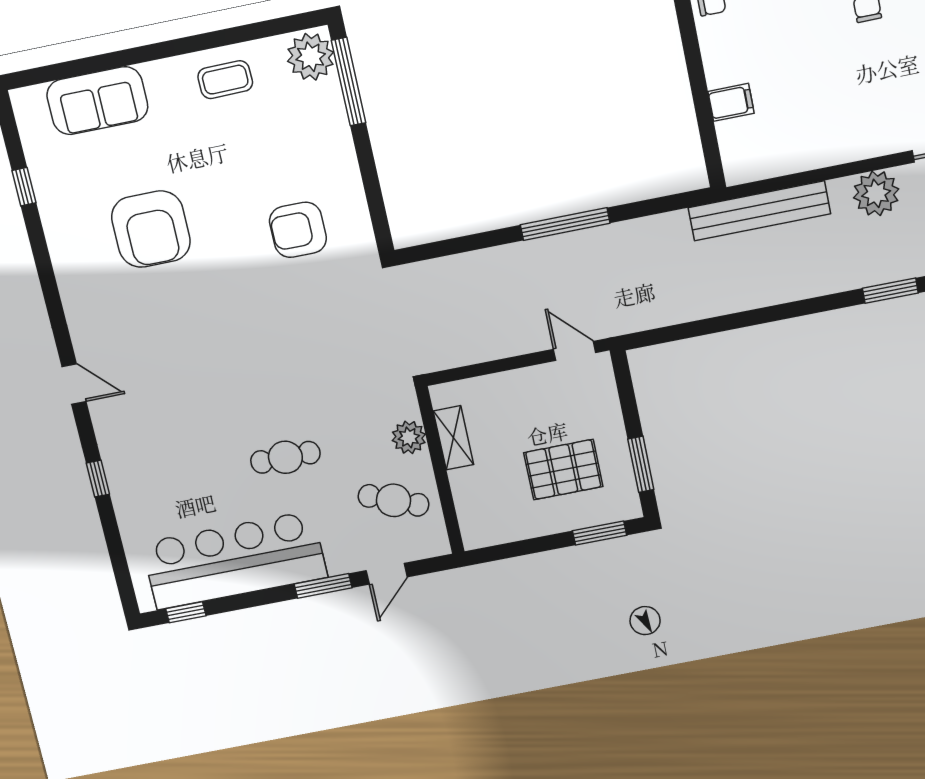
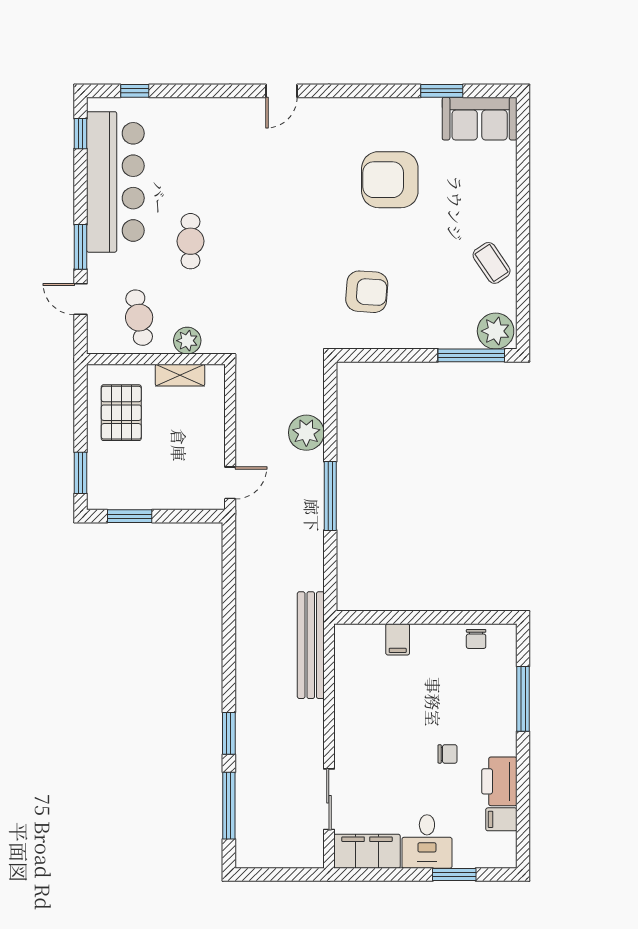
coffee table: (225, 80) -> (492, 263), turned -33
sofa: (97, 101) -> (480, 119), moved, turned -90
window: (24, 187) -> (442, 91), width x1.50
plant: (876, 193) -> (306, 433), moved
armchair: (298, 230) -> (367, 292), turned 94
pallet: (563, 470) -> (121, 413), moved
window: (98, 479) -> (135, 91), moved
cafe table: (394, 500) -> (139, 318), turned -33

